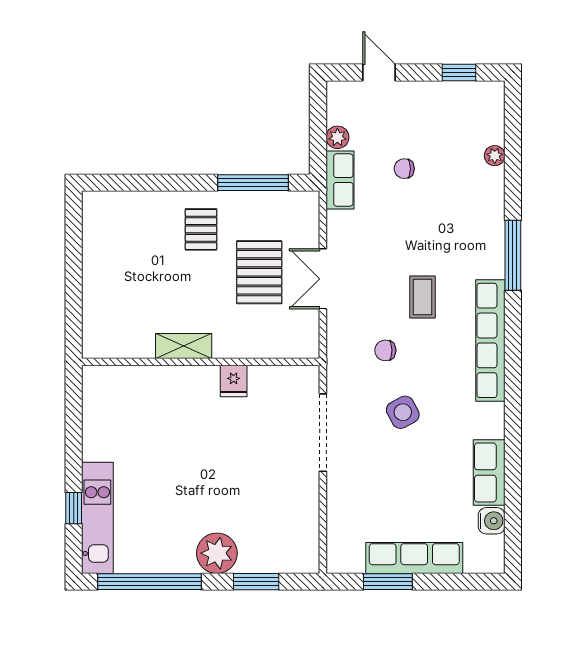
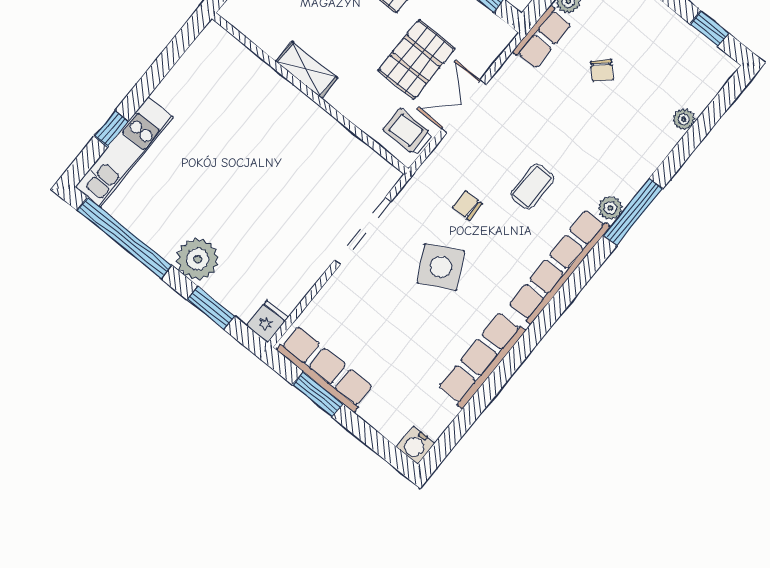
chair: (404, 169) -> (602, 70), turned -134
plant: (493, 266) -> (610, 208), added
trolley: (297, 332) -> (408, 132), added
fridge: (234, 381) -> (267, 322), moved, turned 180
side table: (403, 412) -> (441, 267), width x1.37, depth x1.37
row of seats: (489, 472) -> (482, 360), width x1.48
water cooler: (492, 521) -> (416, 445), moved, turned 90
row of seats: (414, 558) -> (325, 369), moved

